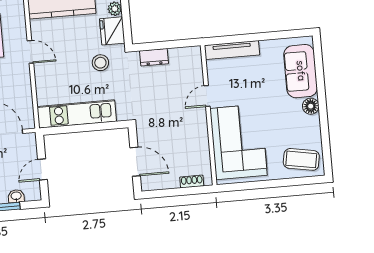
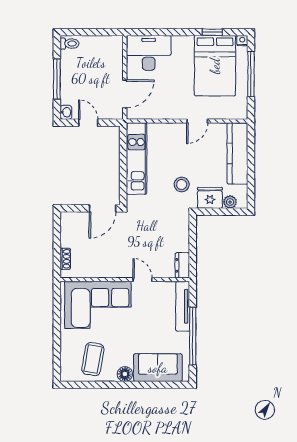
window: (263, 36) -> (193, 336), added
dresser: (154, 57) -> (182, 265), moved
coffee table: (301, 159) -> (93, 359), moved
door: (135, 162) -> (103, 208), moved
washbasin: (16, 196) -> (66, 112), moved

